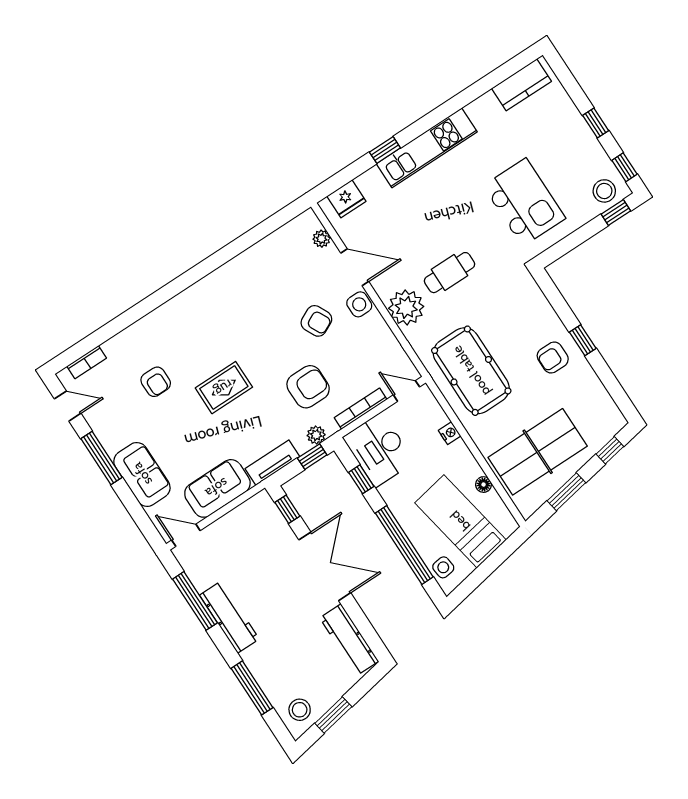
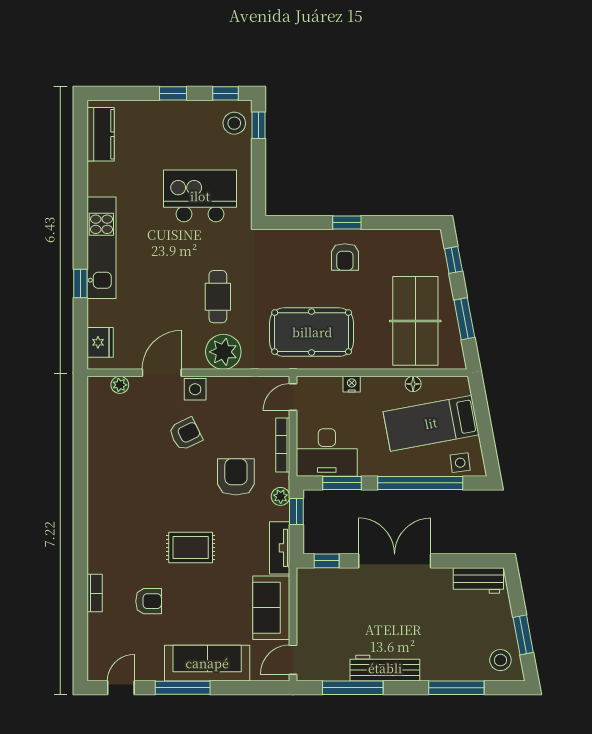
bookcase: (87, 362) -> (95, 593), moved
rug: (224, 388) -> (191, 547), turned 90
sofa: (142, 474) -> (207, 663), width x1.36
window: (361, 479) -> (342, 483), width x1.50
workbench: (349, 640) -> (478, 581), width x0.73

